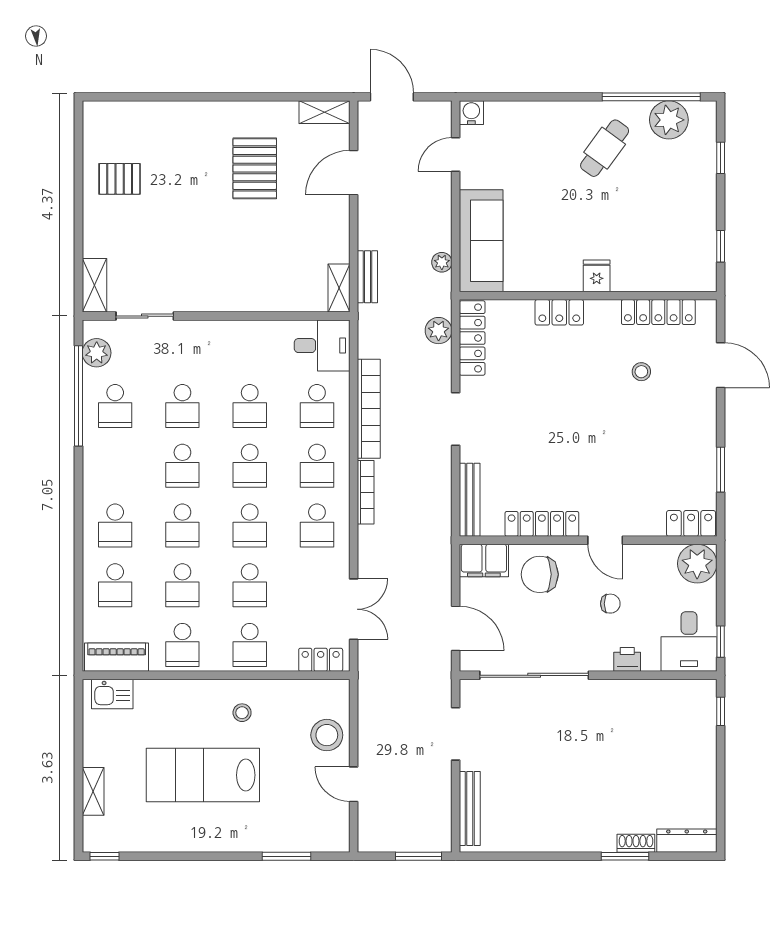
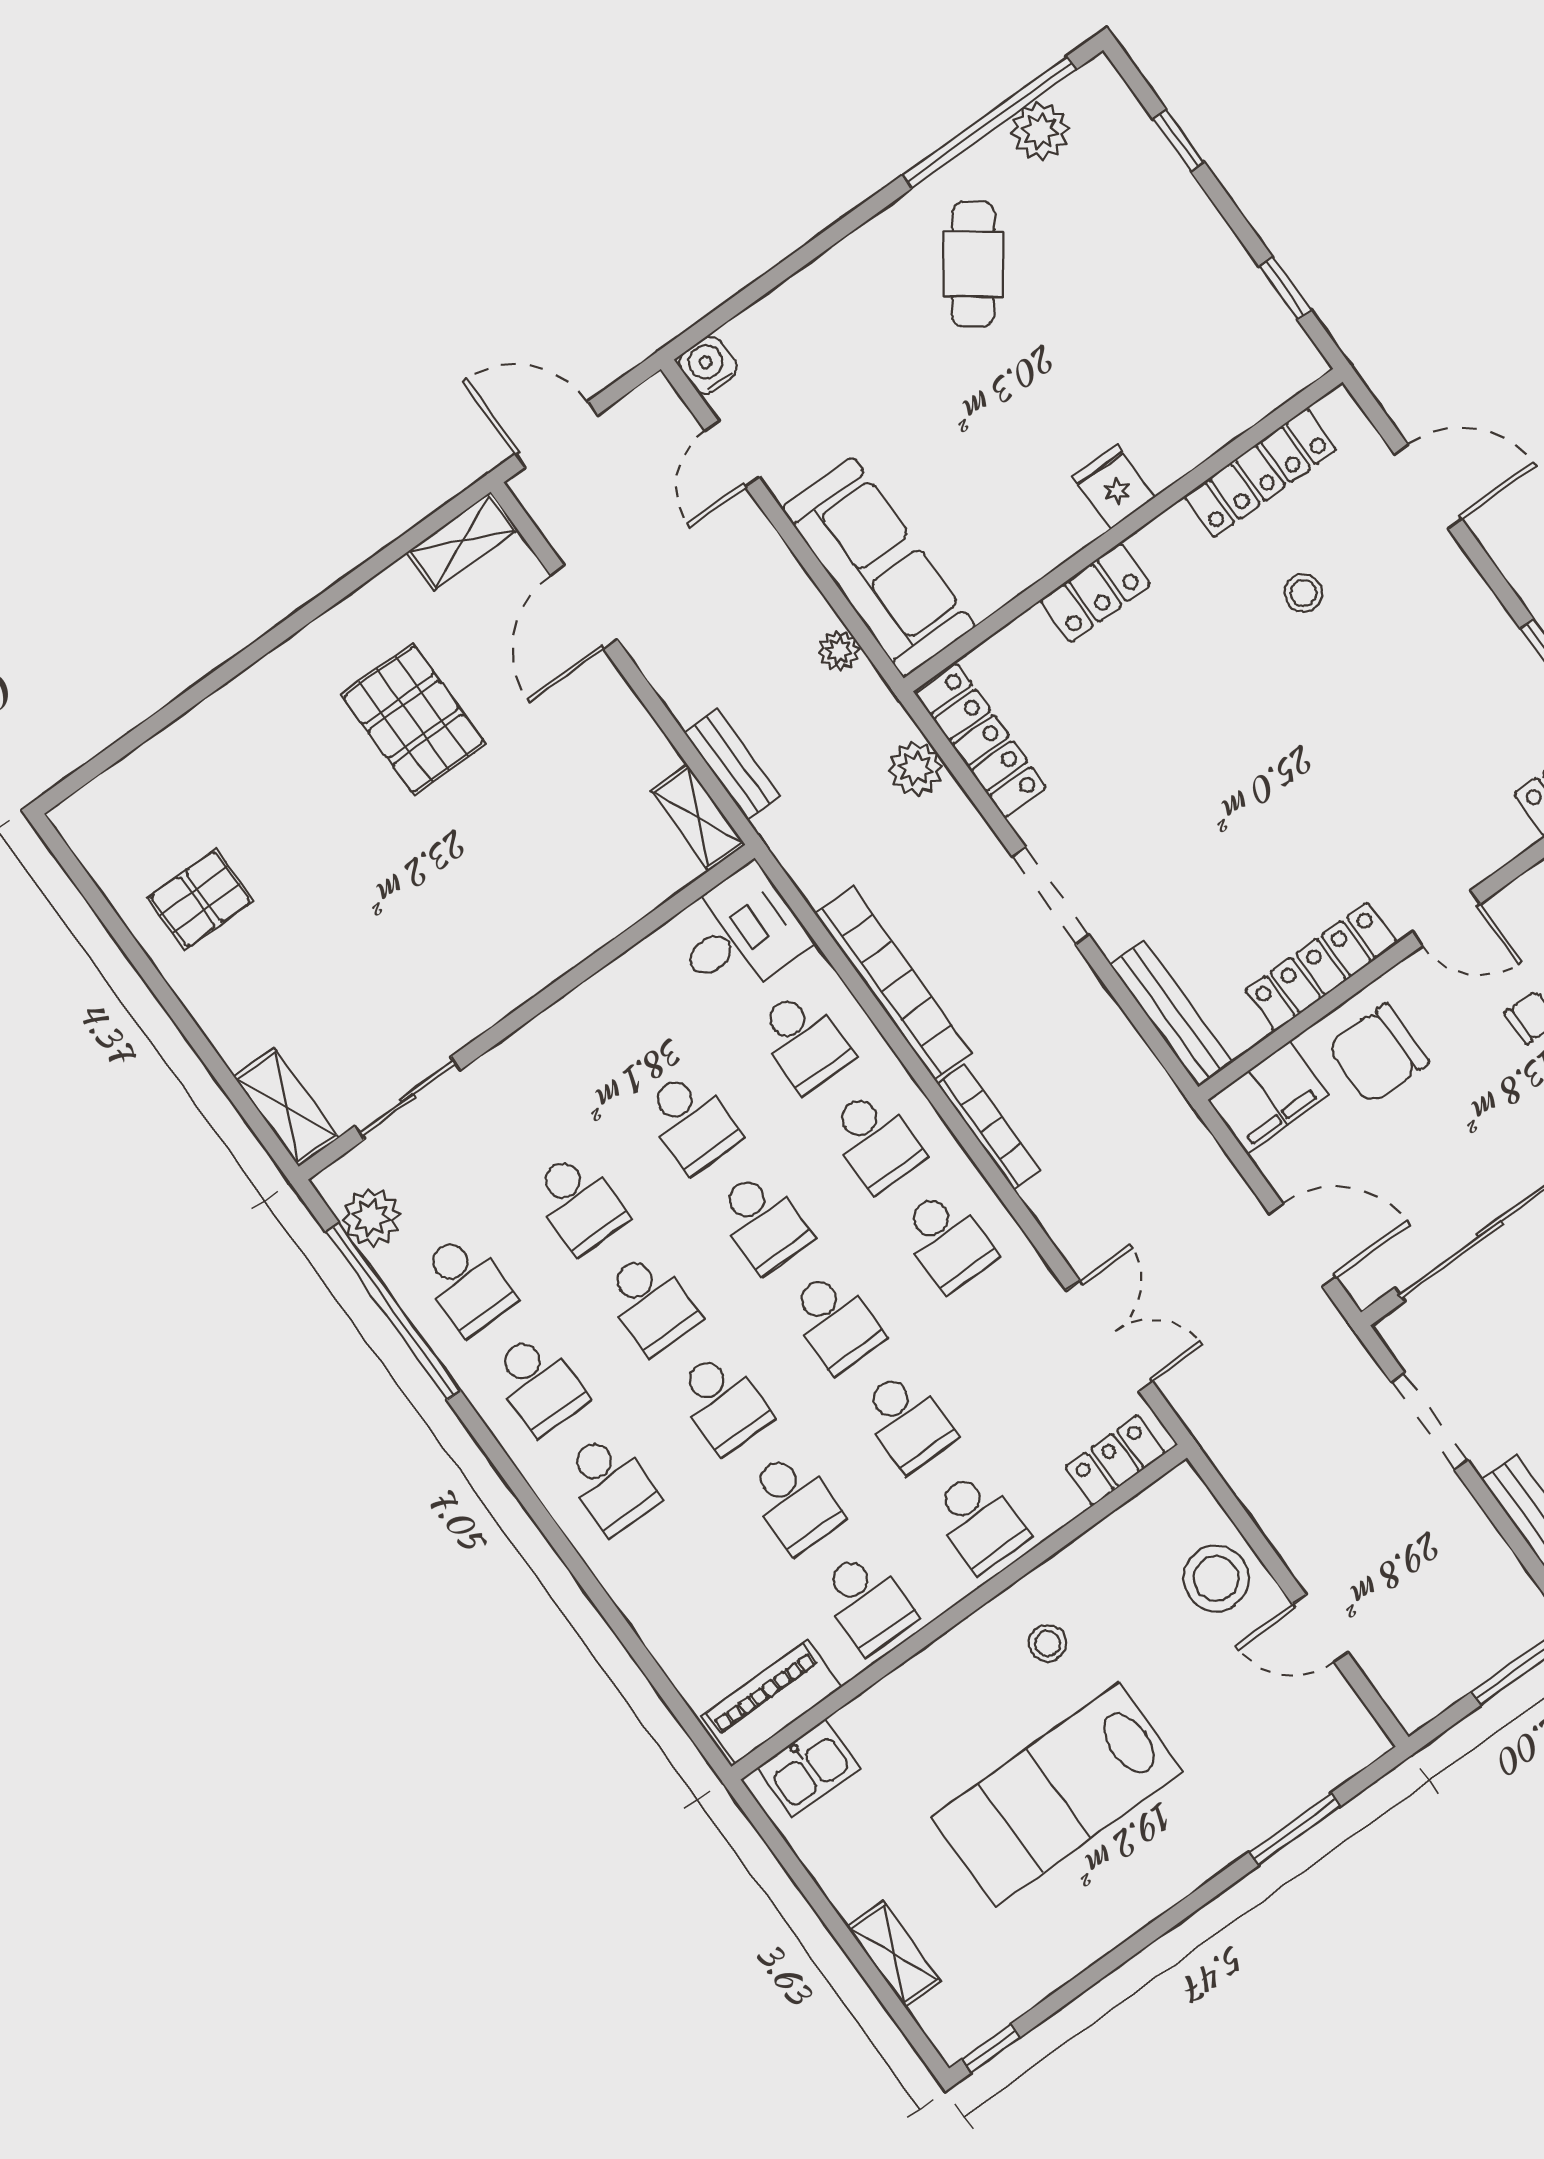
plant: (669, 120) -> (1040, 131), width x0.73, depth x0.73
school desk: (115, 585) -> (538, 1384), moved

